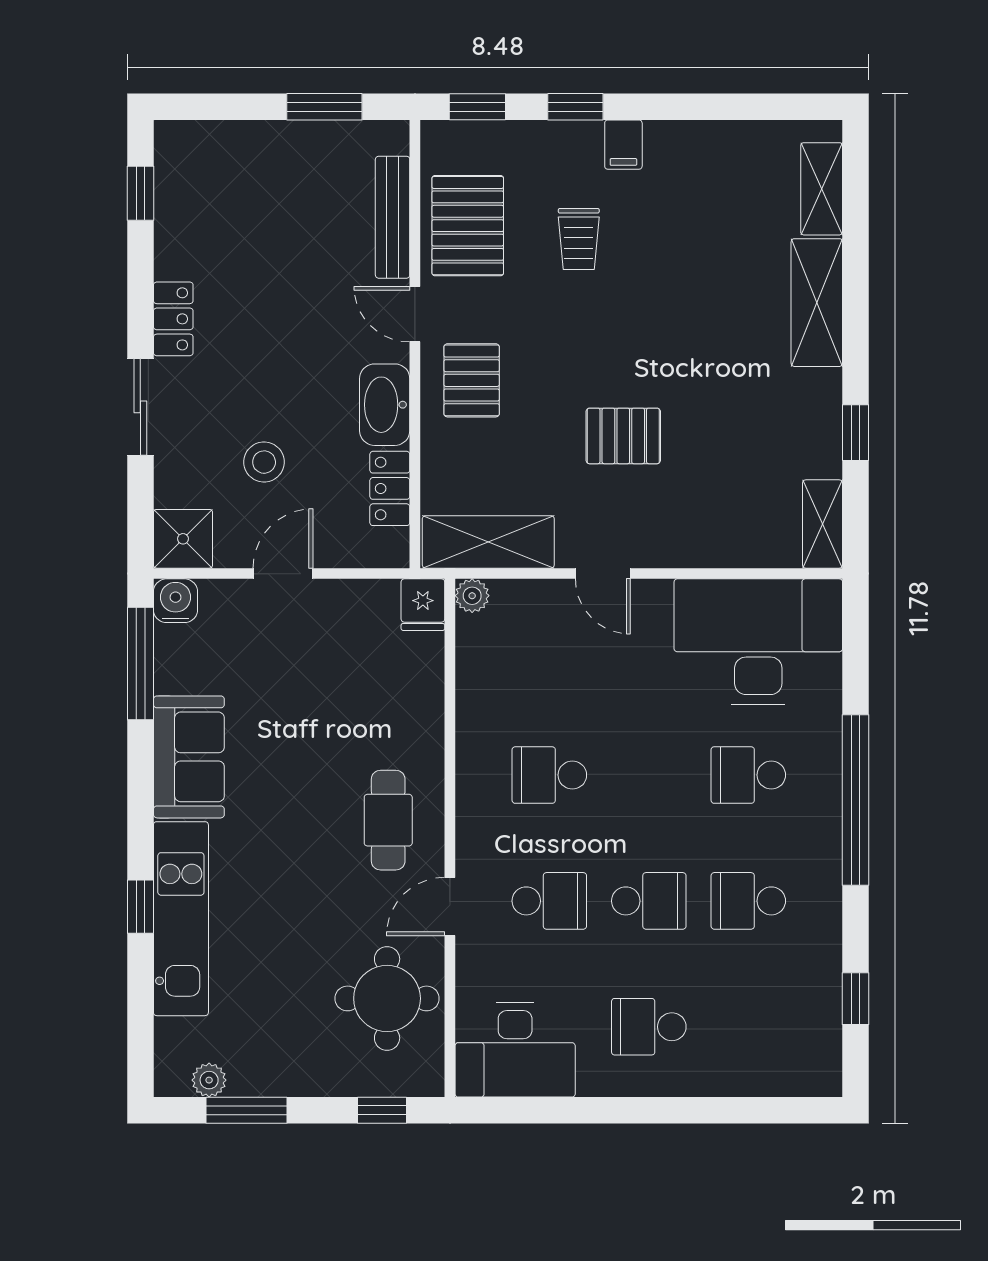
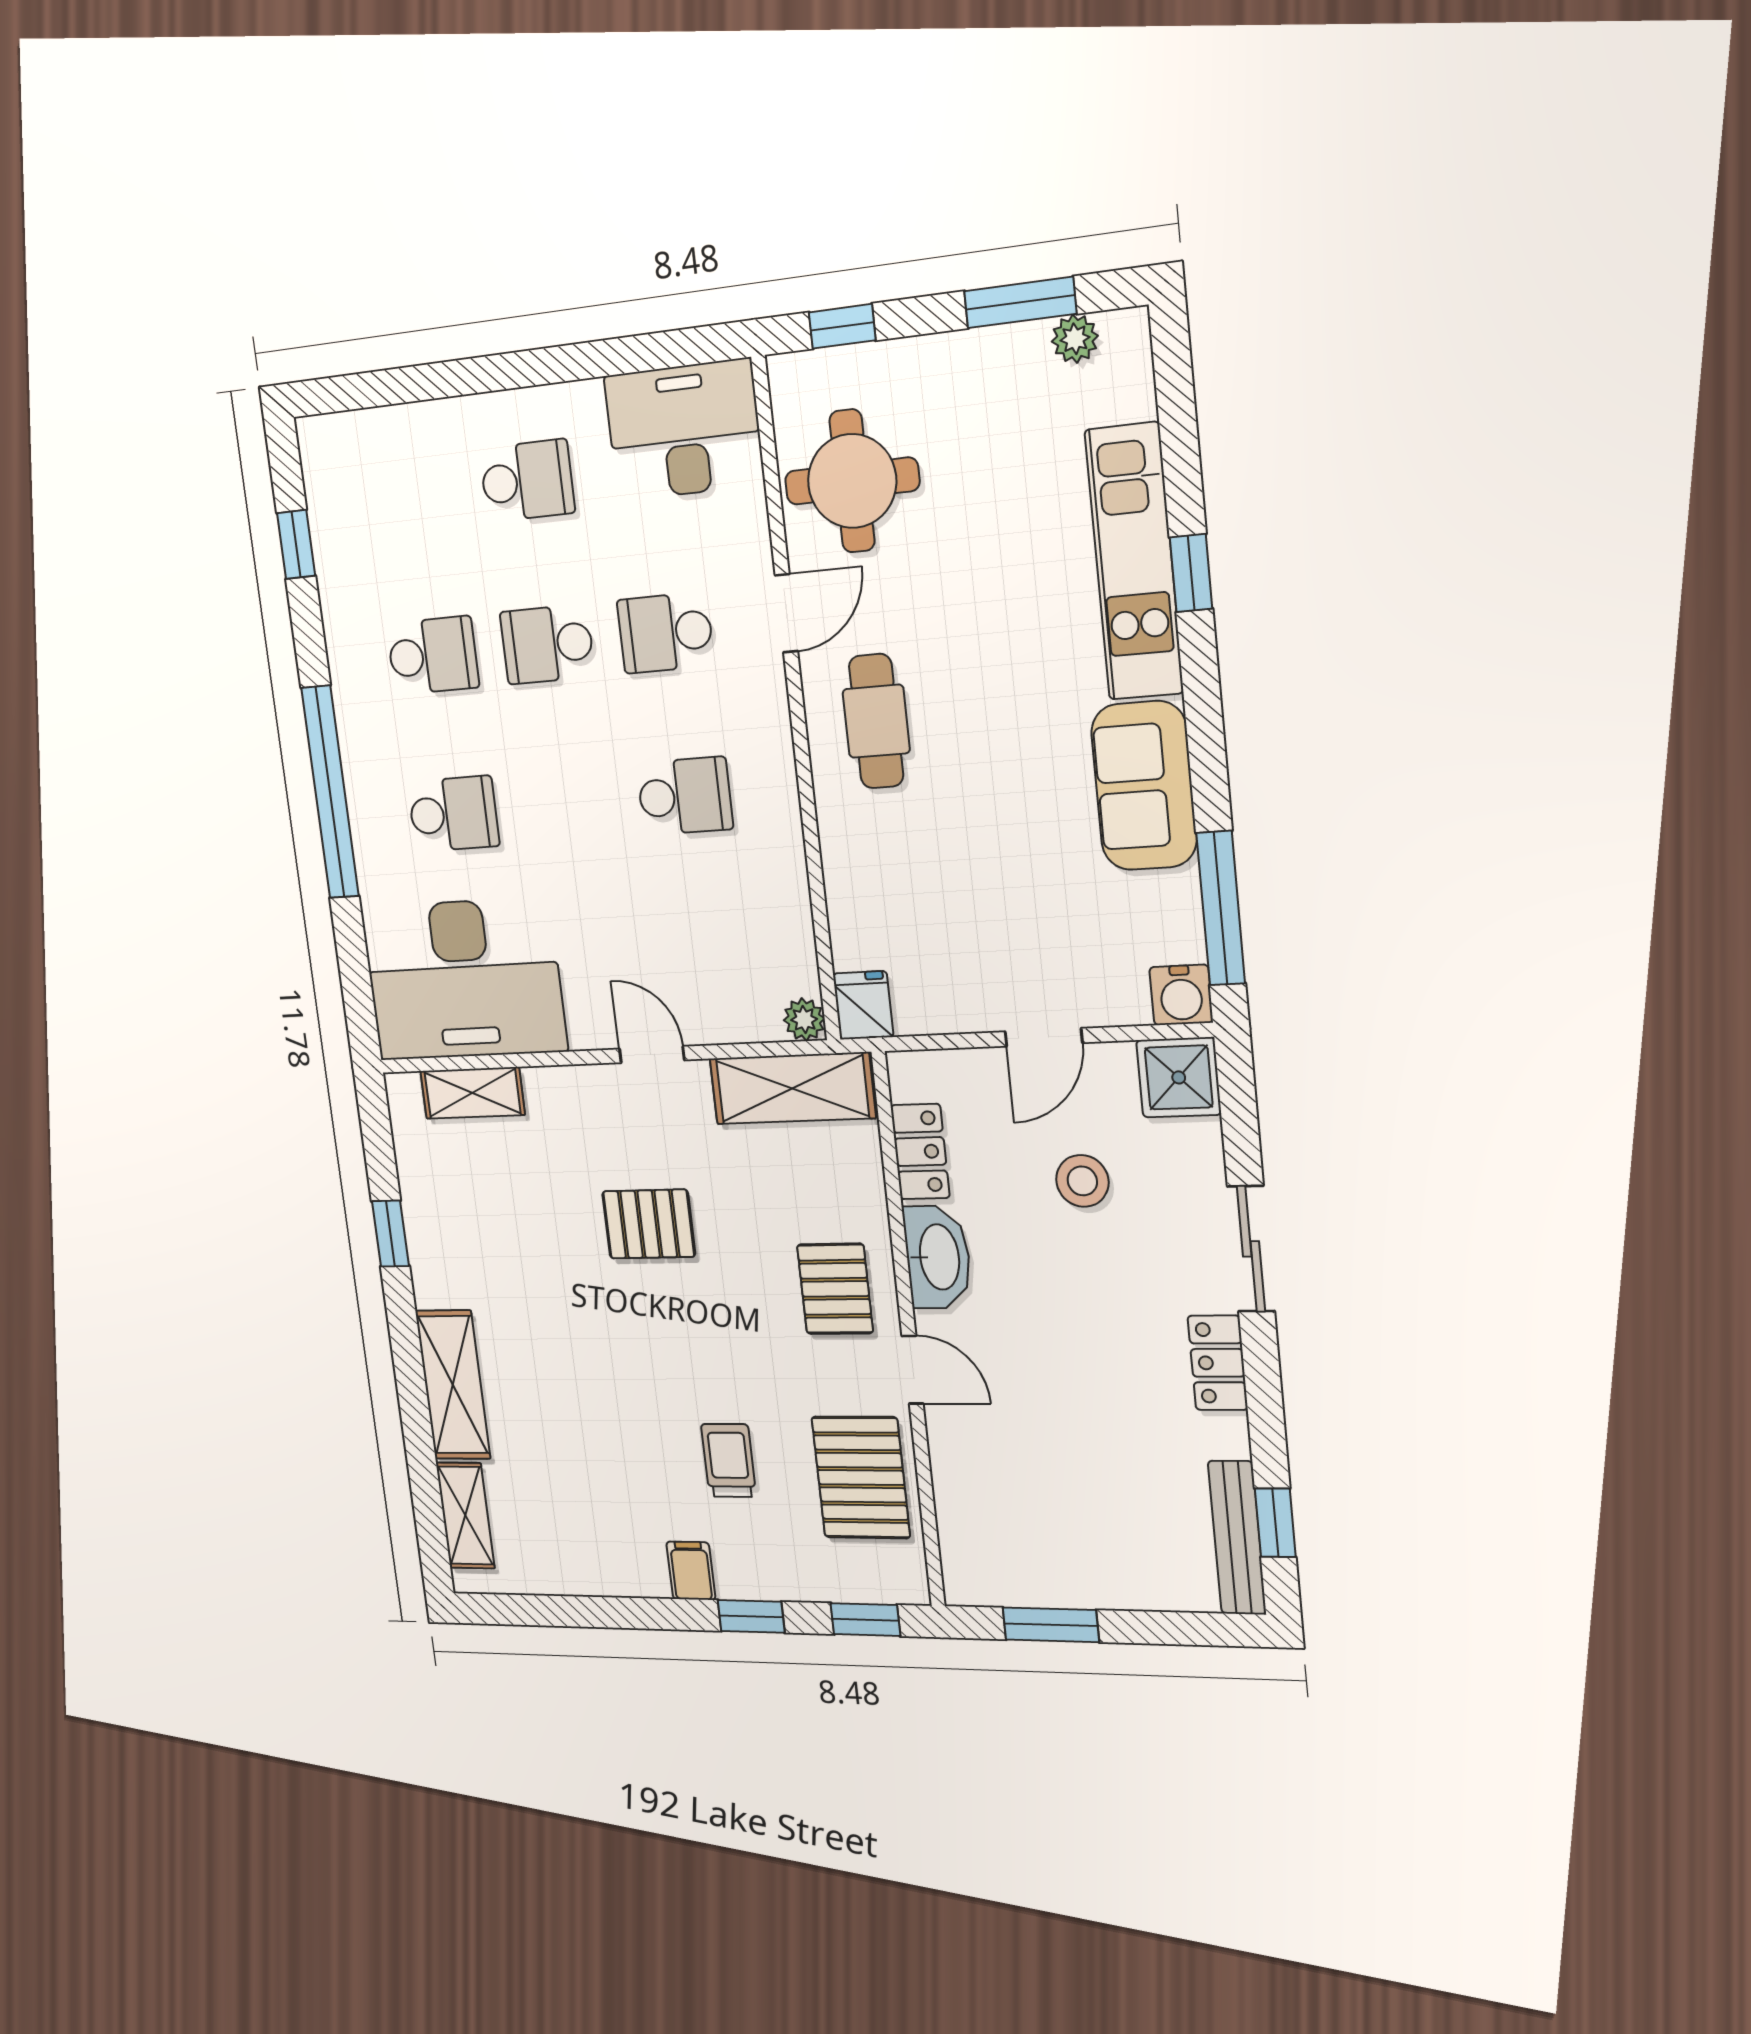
bench: (393, 217) -> (1237, 1538), moved
shelving: (823, 524) -> (472, 1093), moved, turned 90

